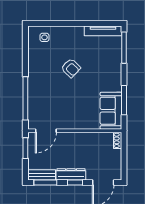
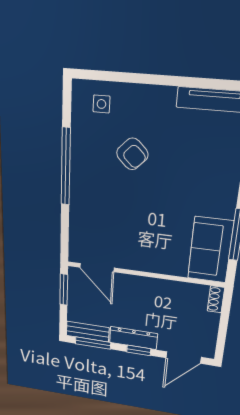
armchair: (71, 68) -> (132, 154), moved
window: (25, 98) -> (66, 167), moved
door: (46, 131) -> (97, 268), hinge flipped

